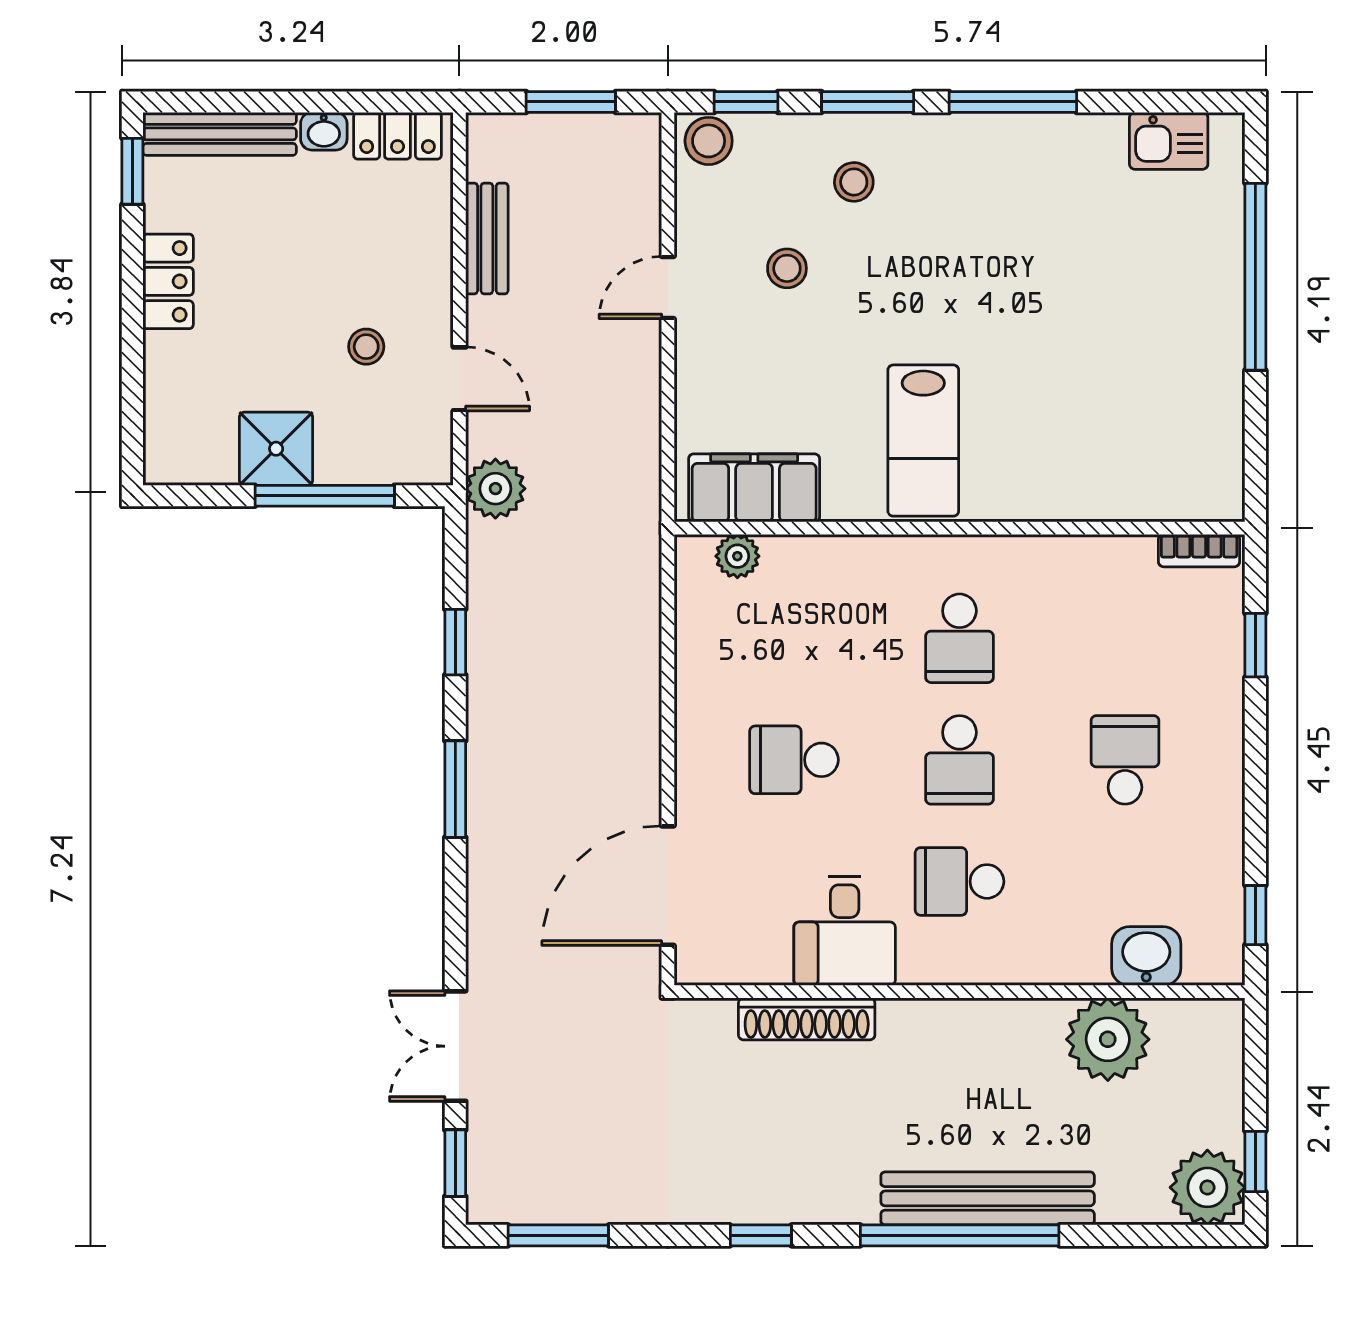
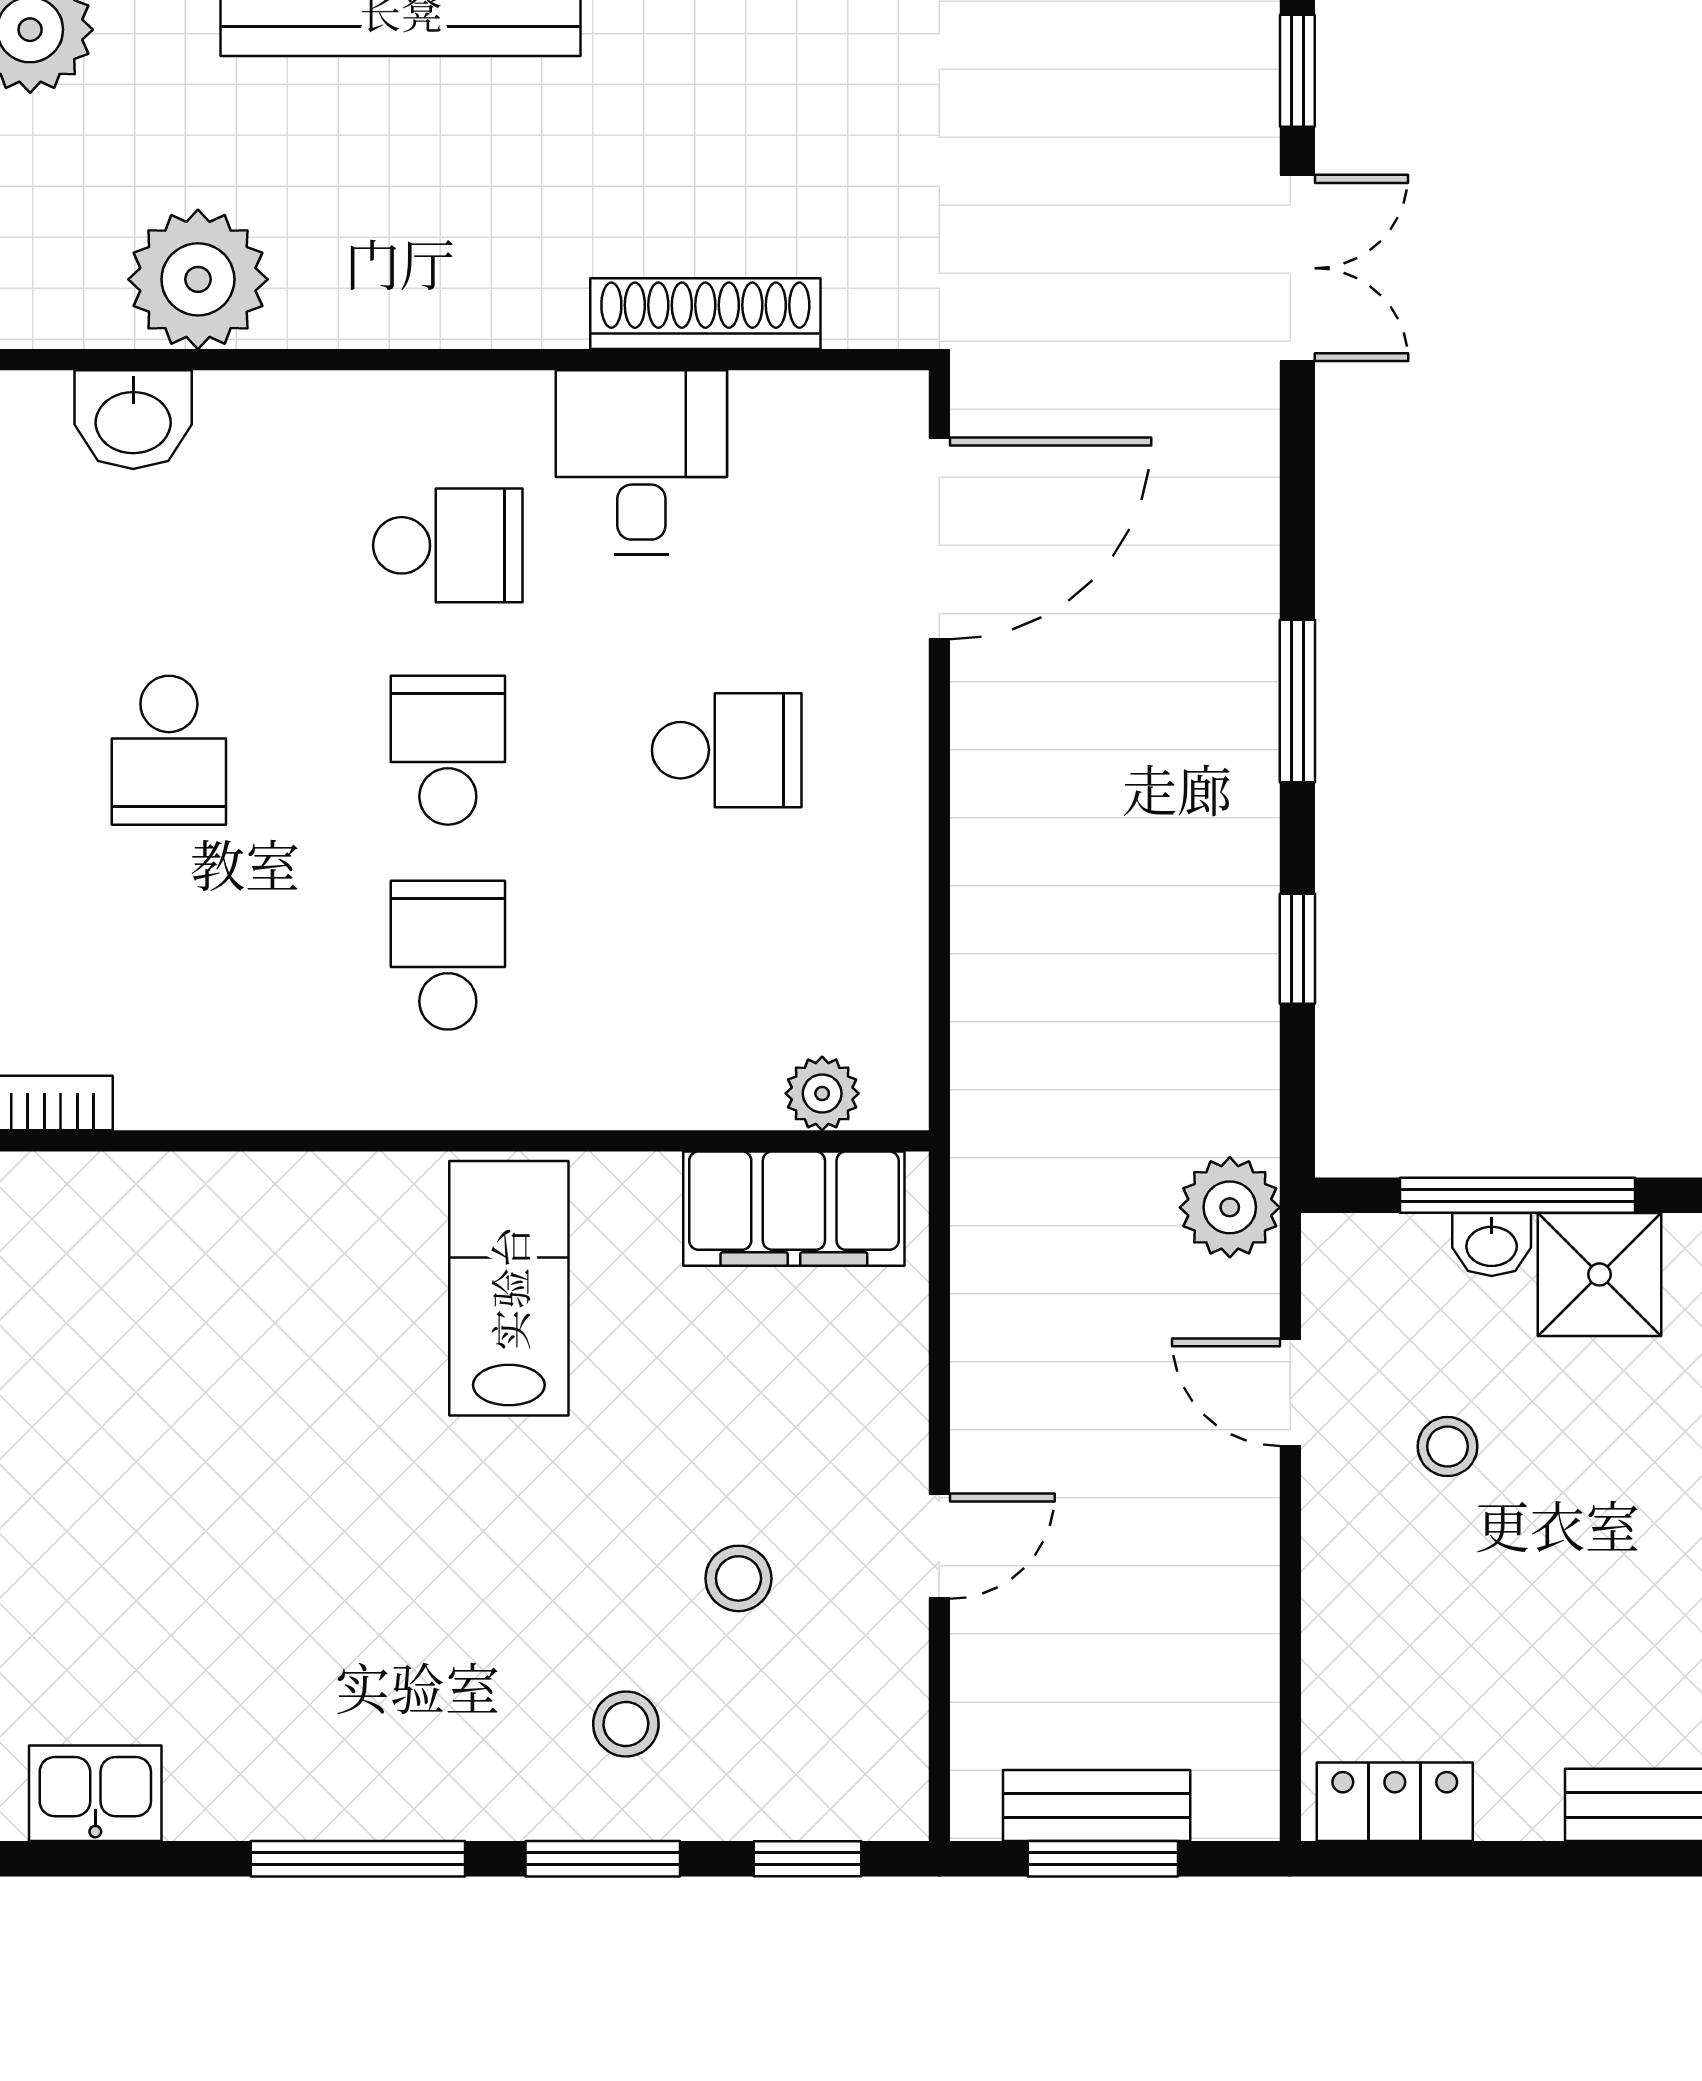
washbasin: (324, 131) -> (1492, 1244), moved, turned 180
stool: (709, 141) -> (871, 1793), removed
bench: (487, 238) -> (1097, 1806), moved, turned 90

